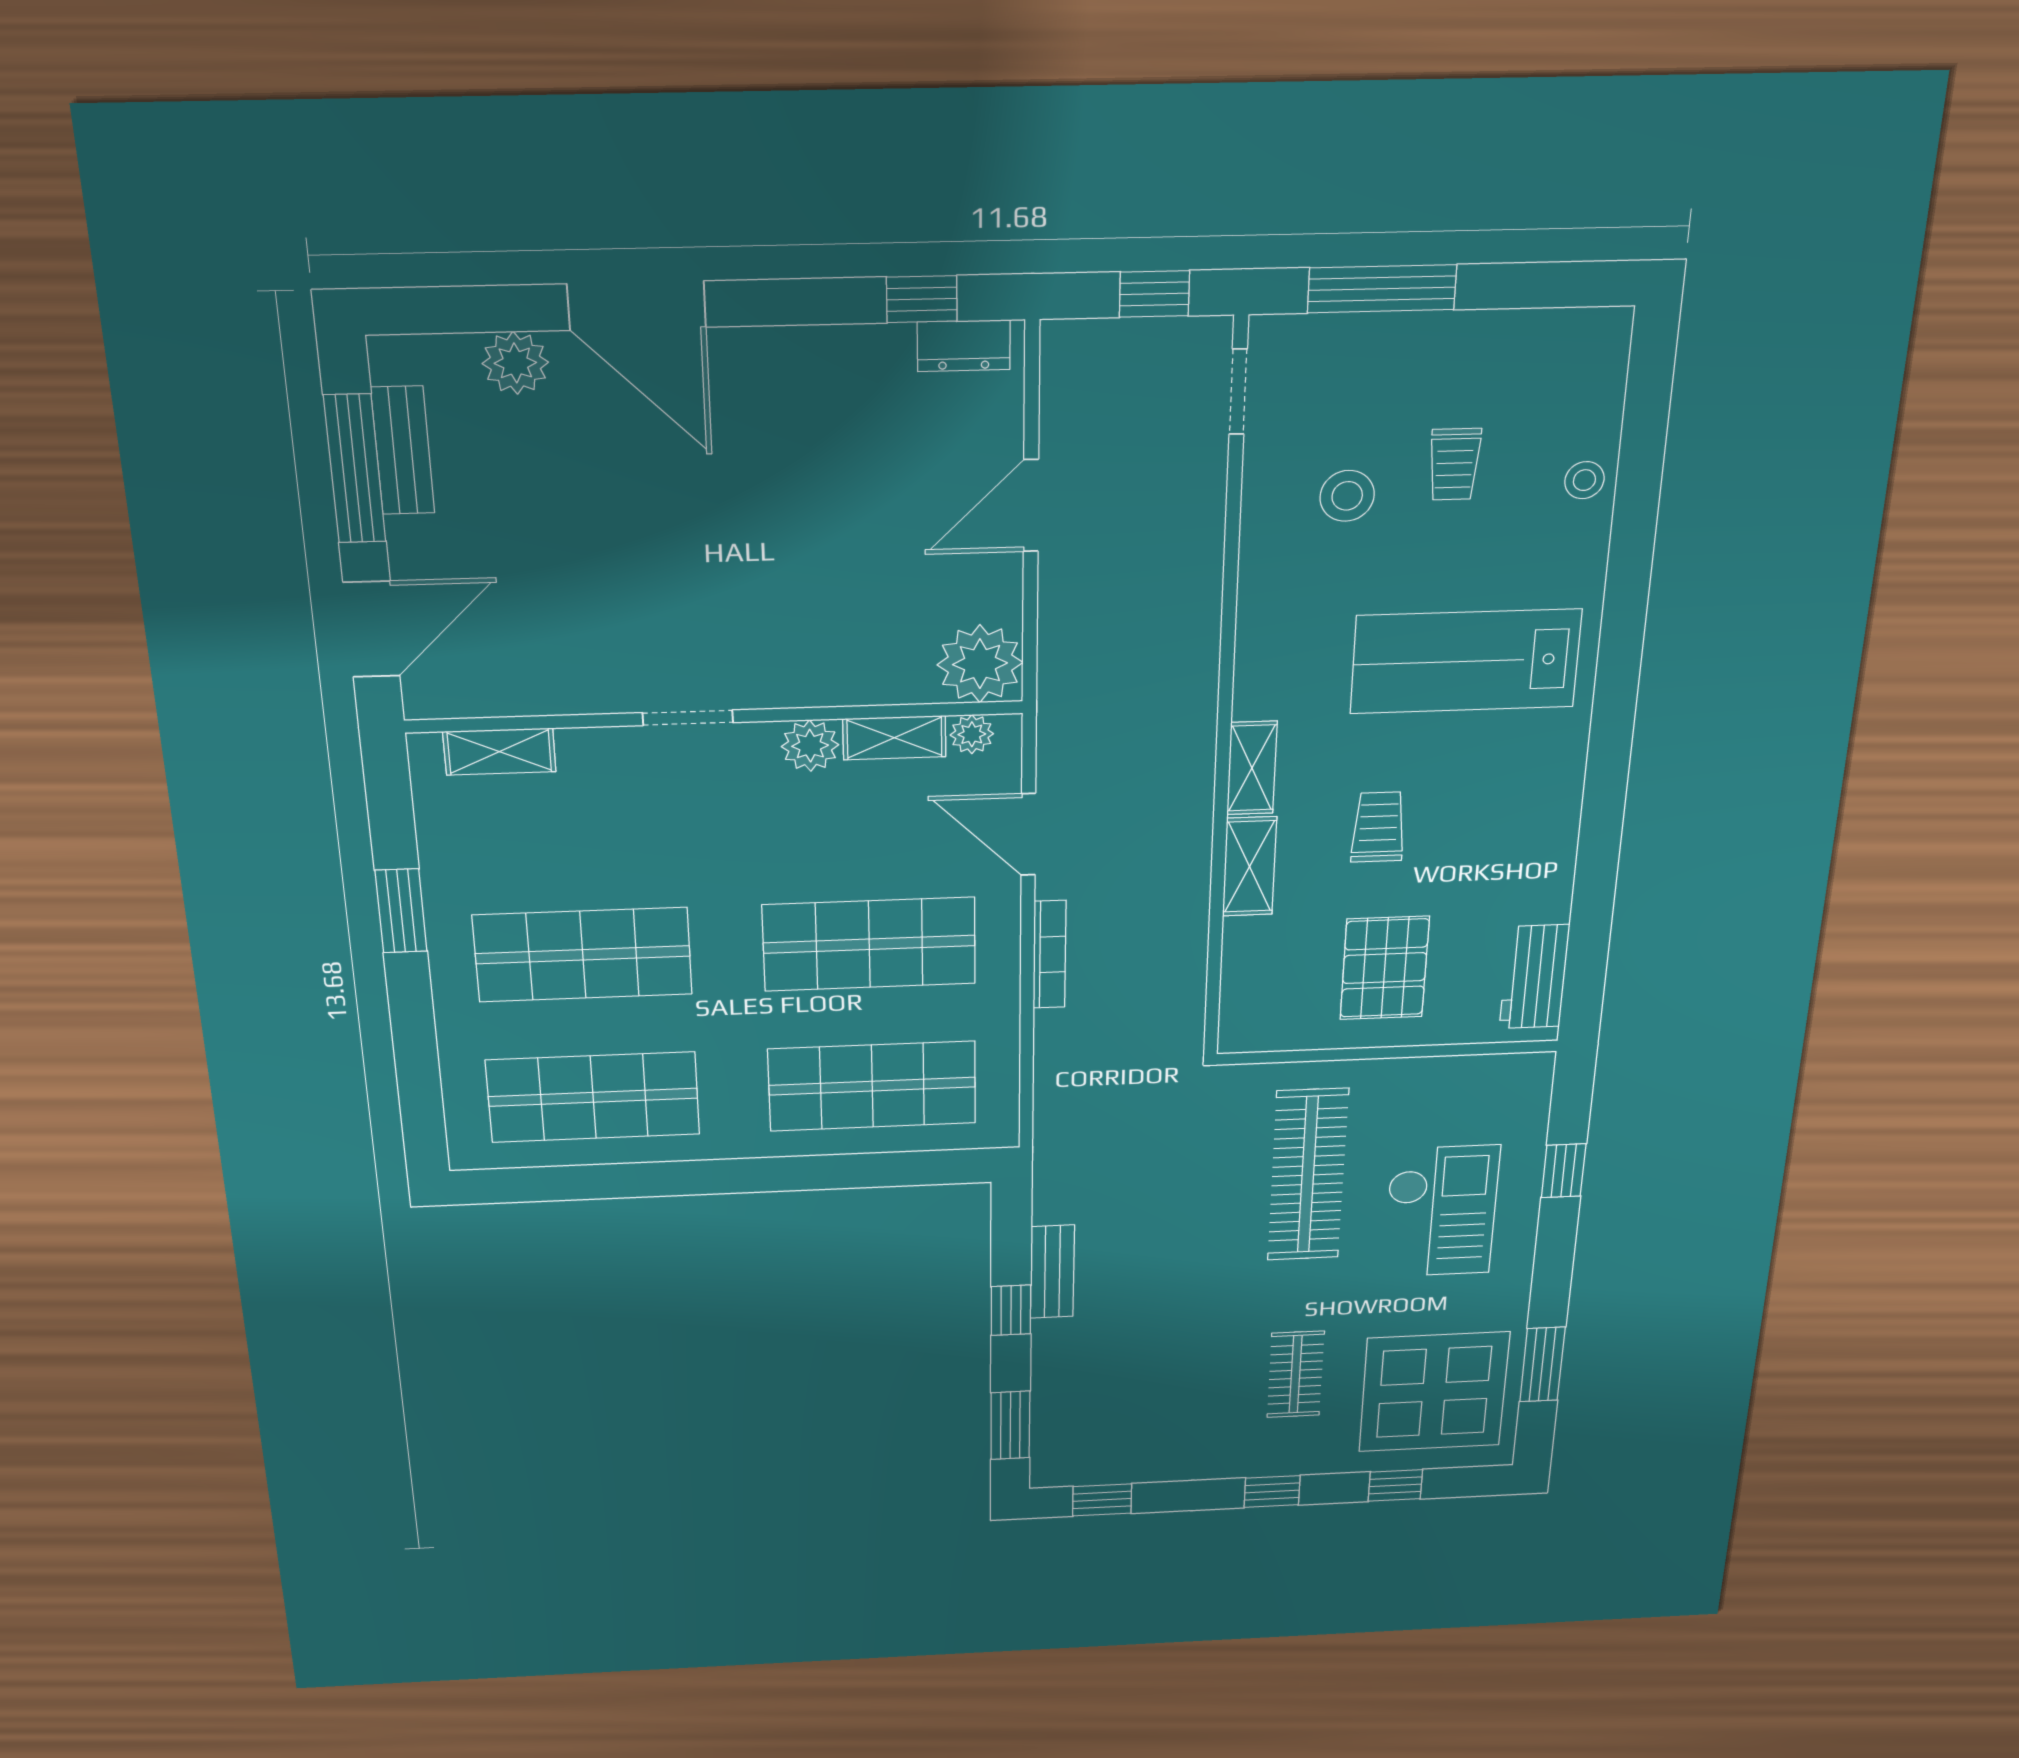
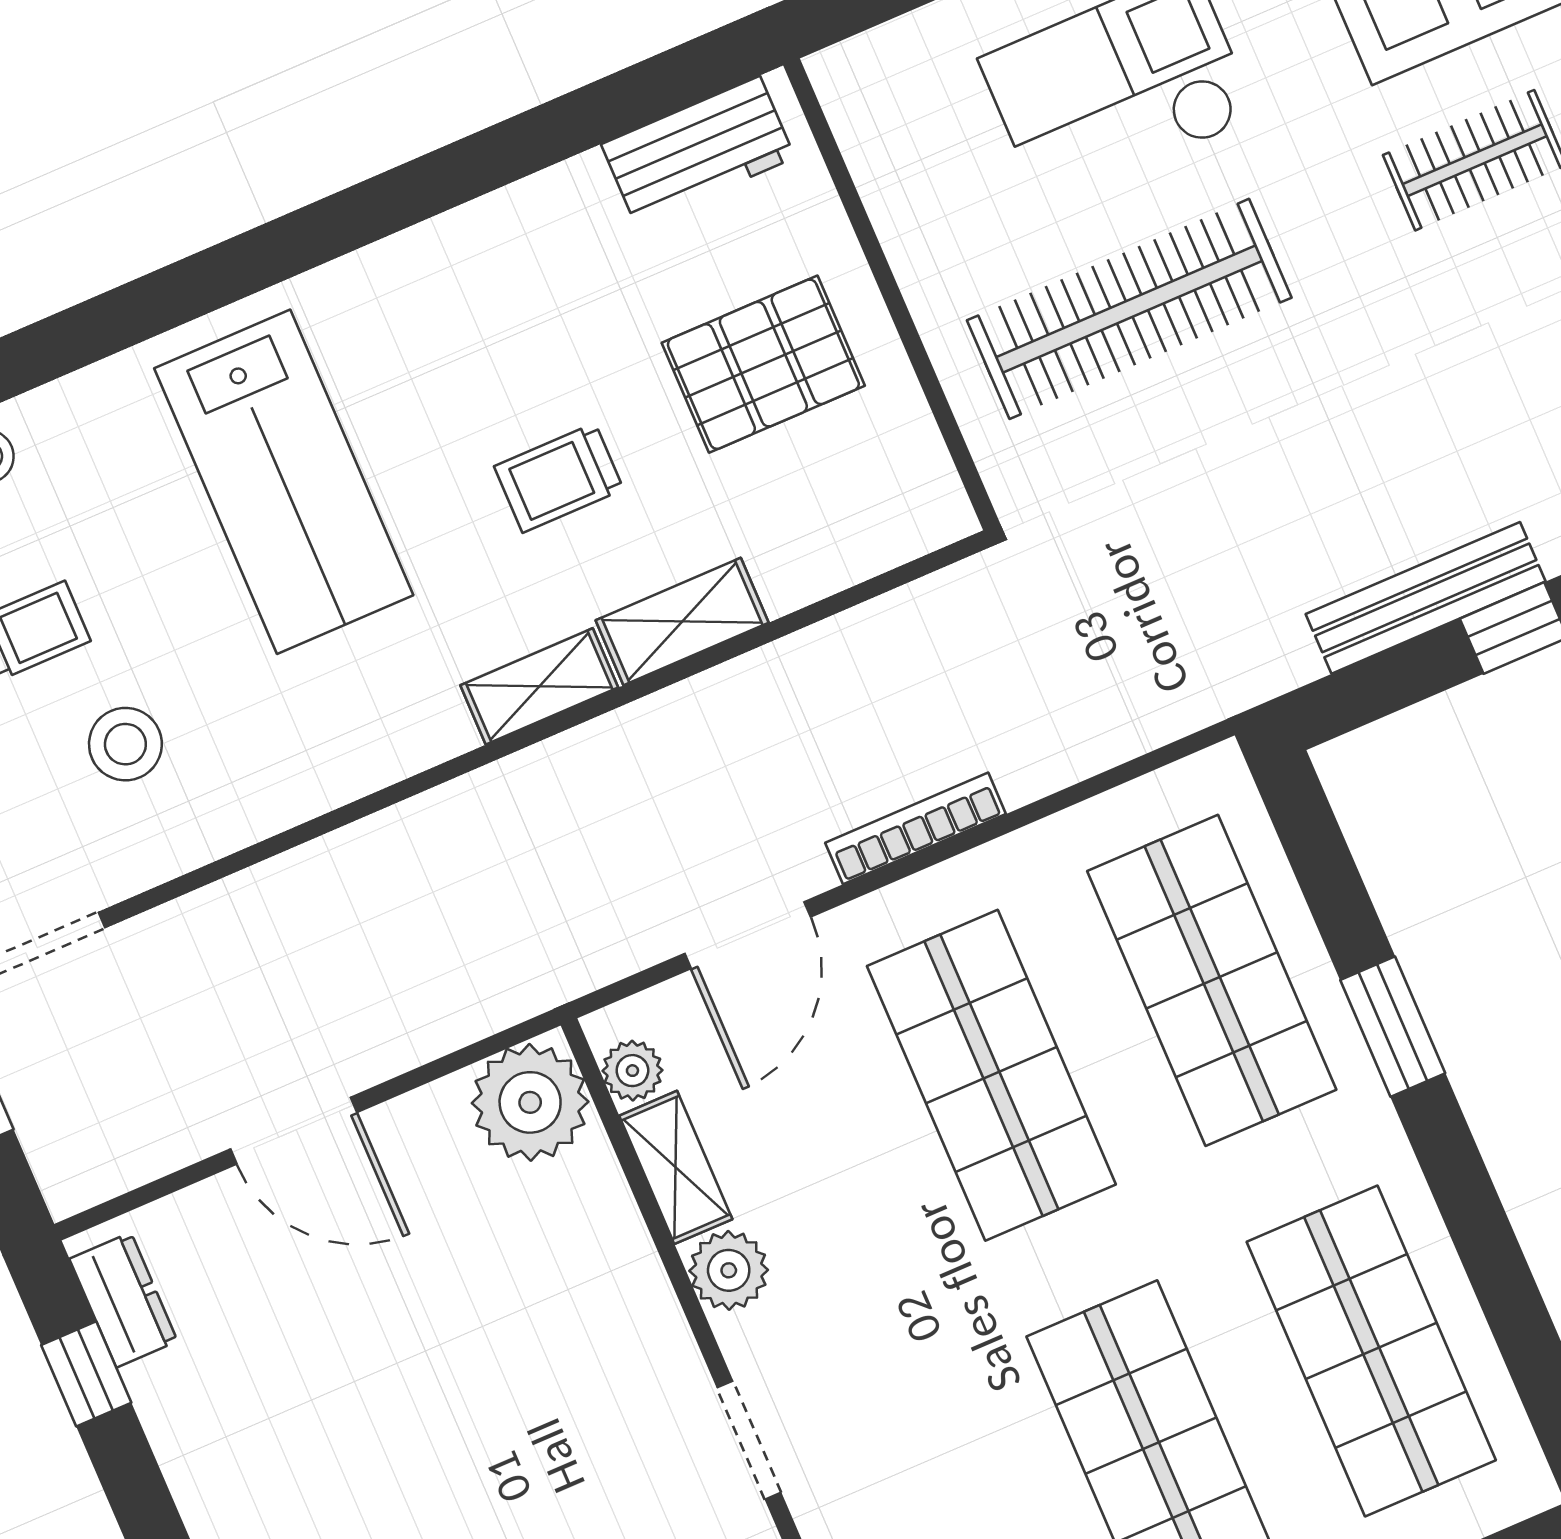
window: (797, 1173) -> (1393, 1027), added
bench: (1052, 1272) -> (1426, 598), width x1.36

